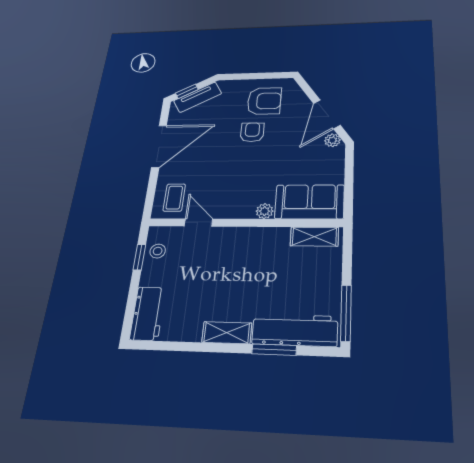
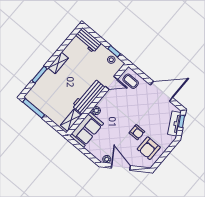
door: (159, 146) -> (161, 91), swing flipped
workbench: (295, 330) -> (88, 97), moved, turned 180

